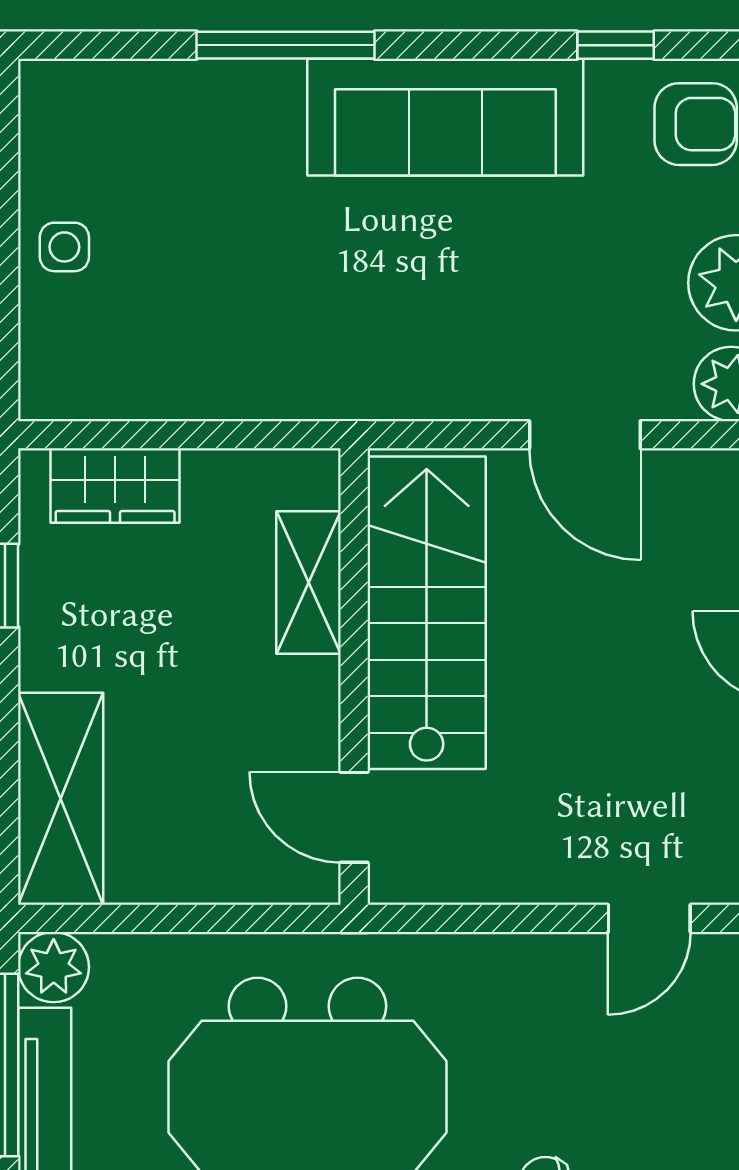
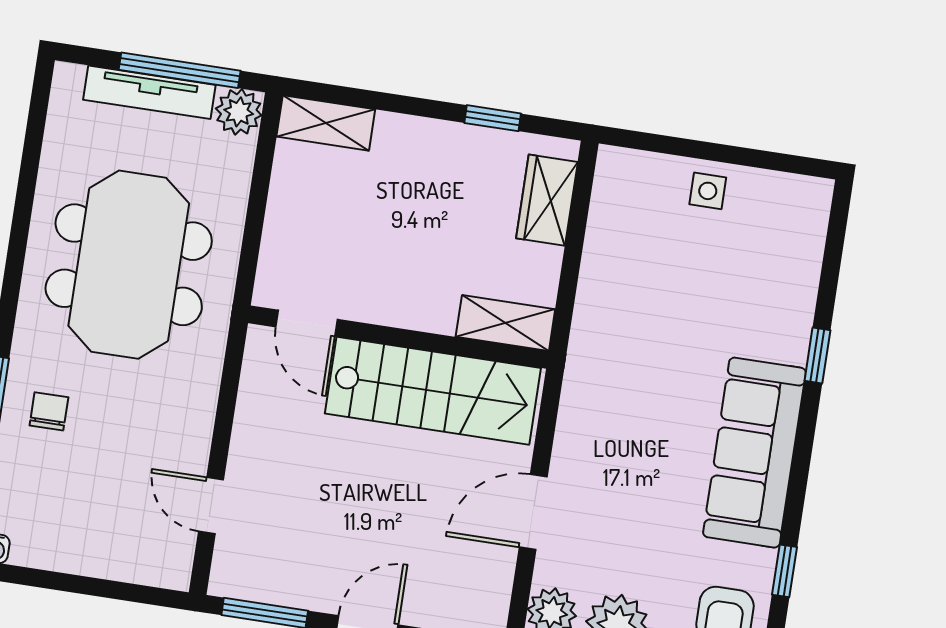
window: (286, 45) -> (817, 355), width x0.46
shelving: (309, 583) -> (505, 323), moved
shelving: (61, 799) -> (326, 123), width x0.67, depth x0.75
door: (354, 817) -> (307, 323), swing flipped

